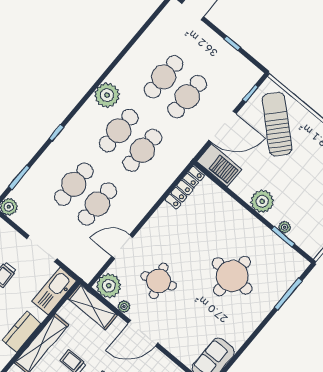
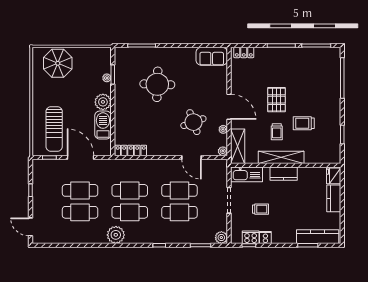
sun lounger: (277, 124) -> (54, 129), turned -42
barbecue: (219, 165) -> (103, 125), moved
plant: (109, 286) -> (223, 151), width x0.53, depth x0.53

